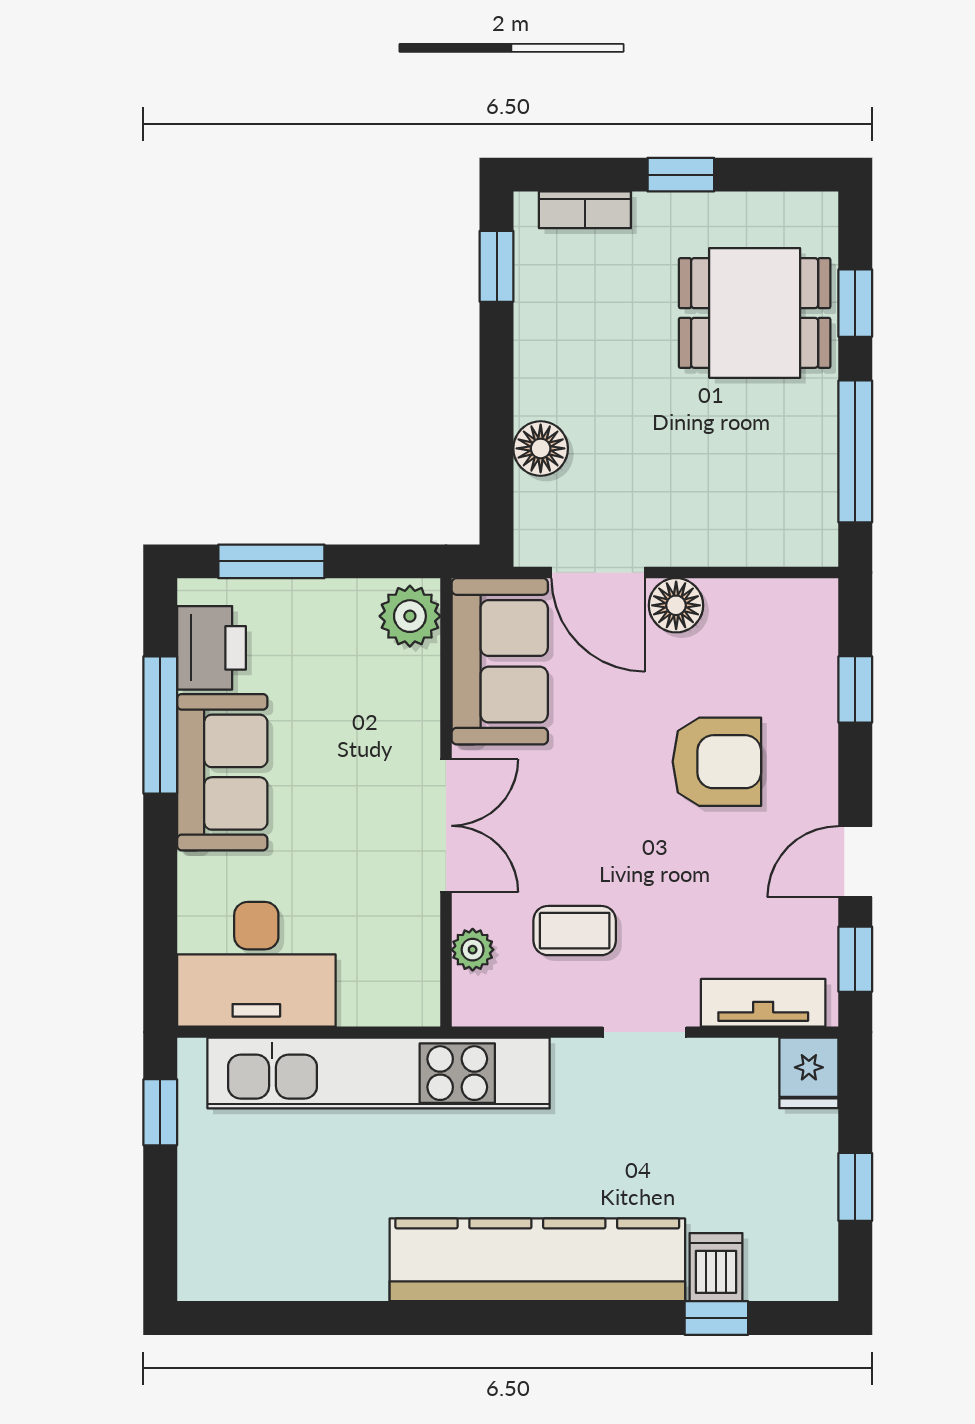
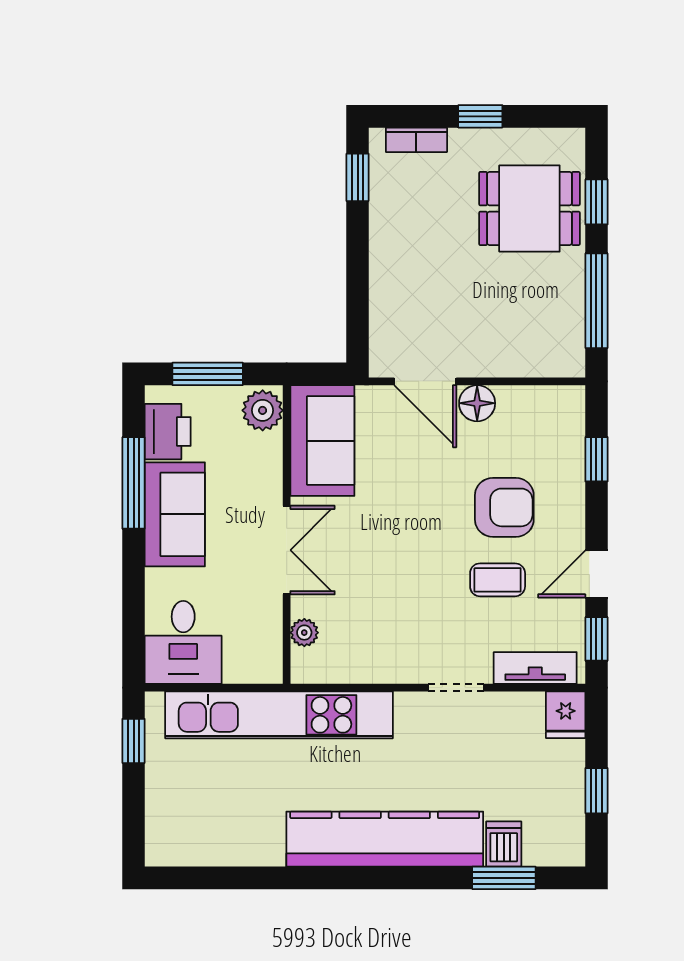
floor lamp: (541, 448) -> (387, 299), removed
plant: (410, 616) -> (263, 410), moved
sofa: (500, 661) -> (322, 441), moved
wall: (446, 802) -> (287, 534), moved
double door: (446, 826) -> (287, 550), moved
coffee table: (575, 931) -> (498, 580), moved
plant: (473, 950) -> (304, 633), moved
desk: (256, 964) -> (183, 642), width x0.73
window: (716, 1318) -> (504, 878), width x1.50

